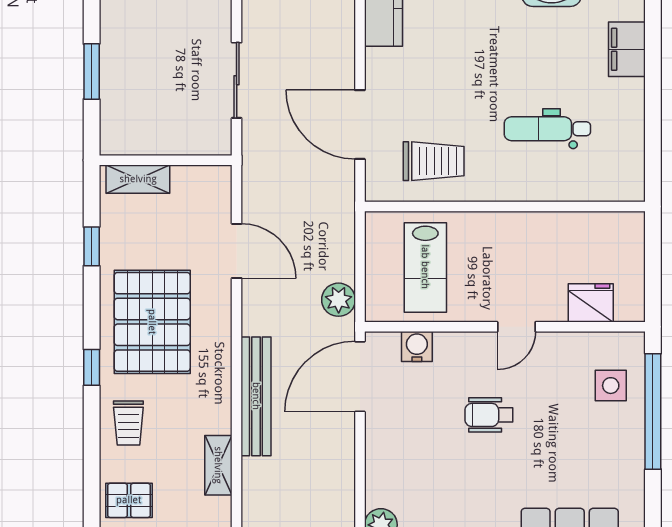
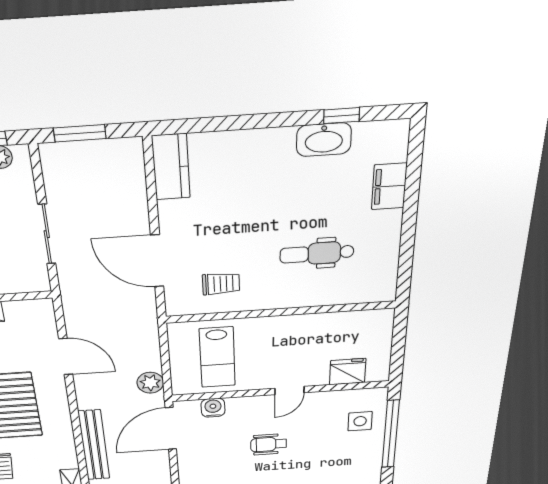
trolley: (434, 161) -> (221, 284), width x0.73, depth x0.72

